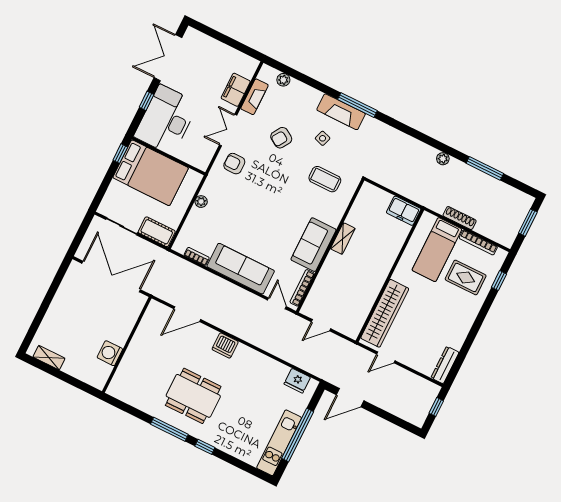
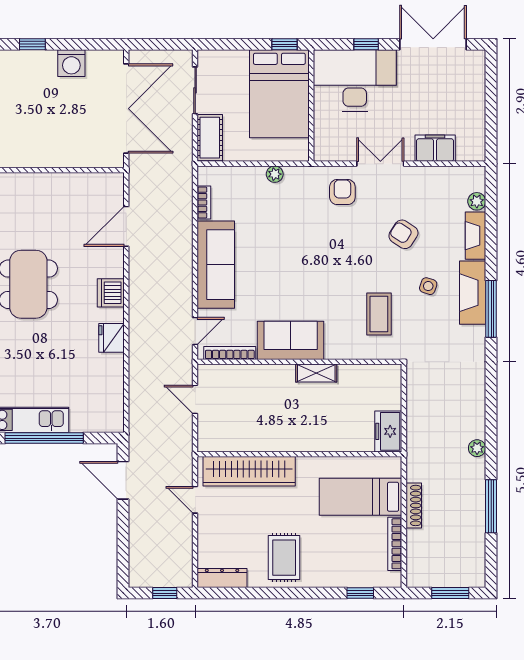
fireplace: (255, 97) -> (476, 236), moved, turned 90
rug: (466, 277) -> (284, 558), moved
door: (187, 314) -> (126, 226), hinge flipped
window: (40, 316) -> (32, 44), added
washing machine: (110, 353) -> (71, 63), moved, turned 180
fridge: (297, 381) -> (111, 338), moved

